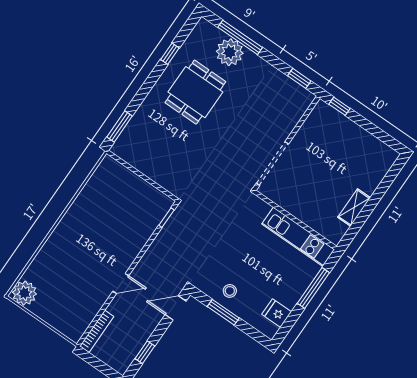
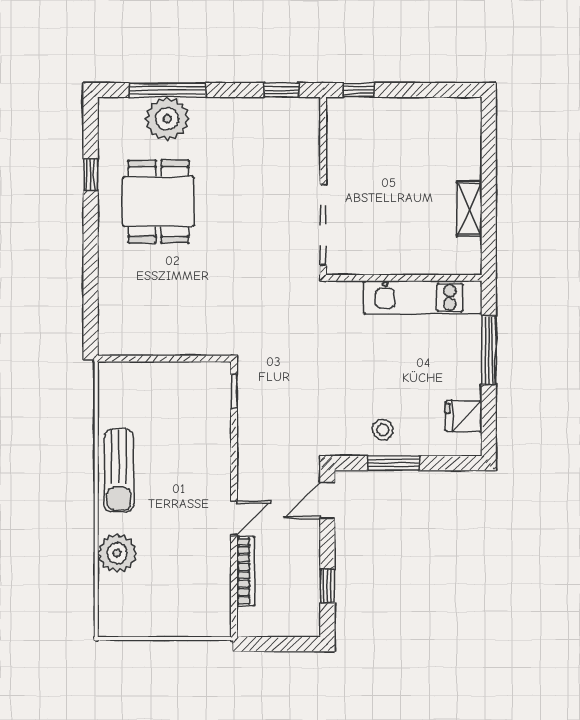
window: (120, 126) -> (91, 315), removed
sun lounger: (78, 218) -> (119, 471), added
plant: (24, 293) -> (117, 553), moved
bookcase: (97, 331) -> (246, 571), moved

